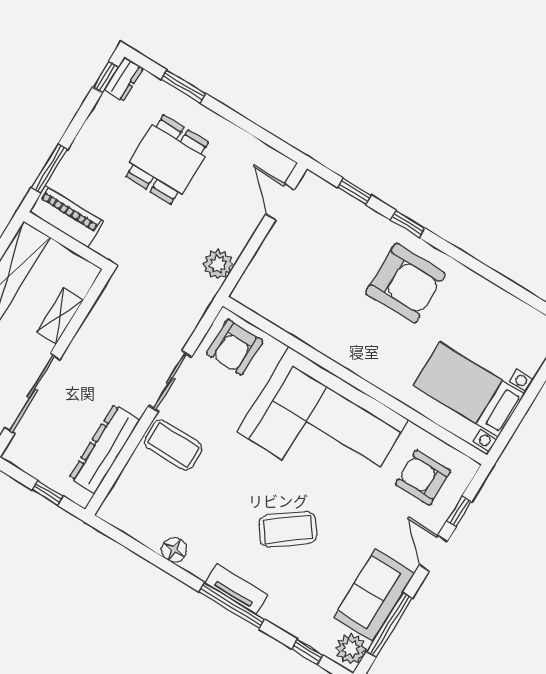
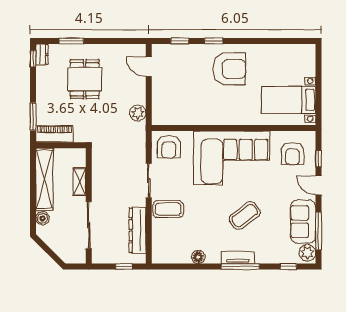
armchair: (423, 478) -> (292, 154), turned -90

